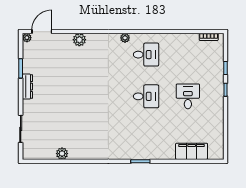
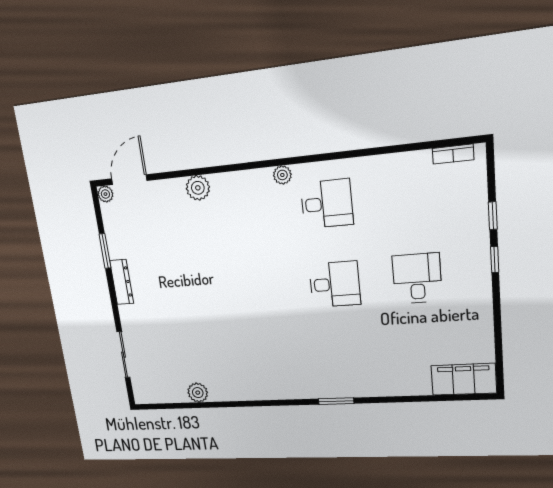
filing cabinet: (192, 151) -> (464, 379), moved

